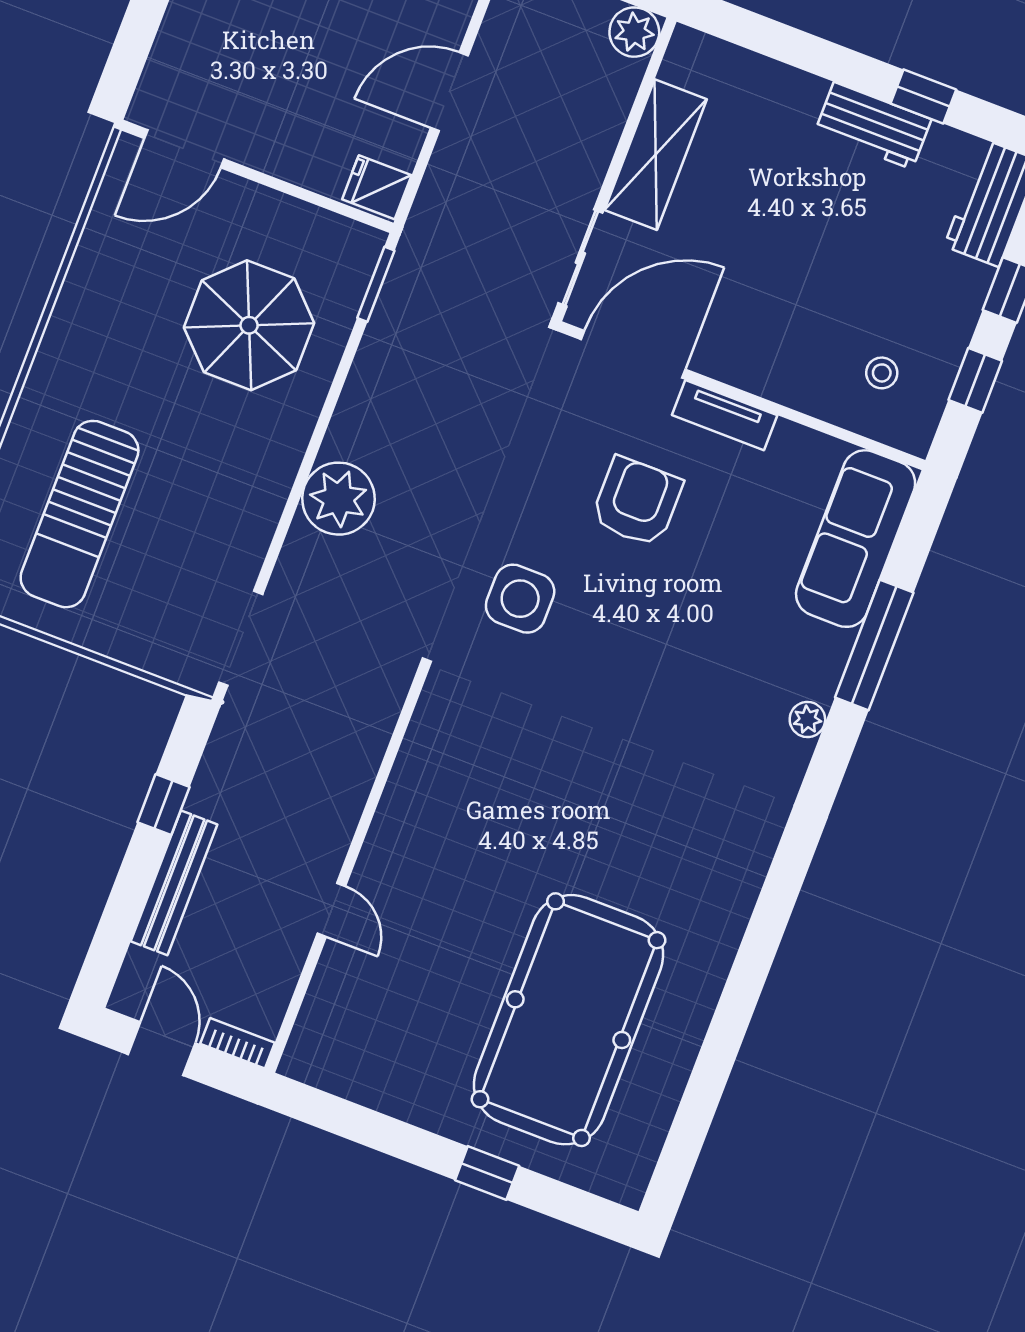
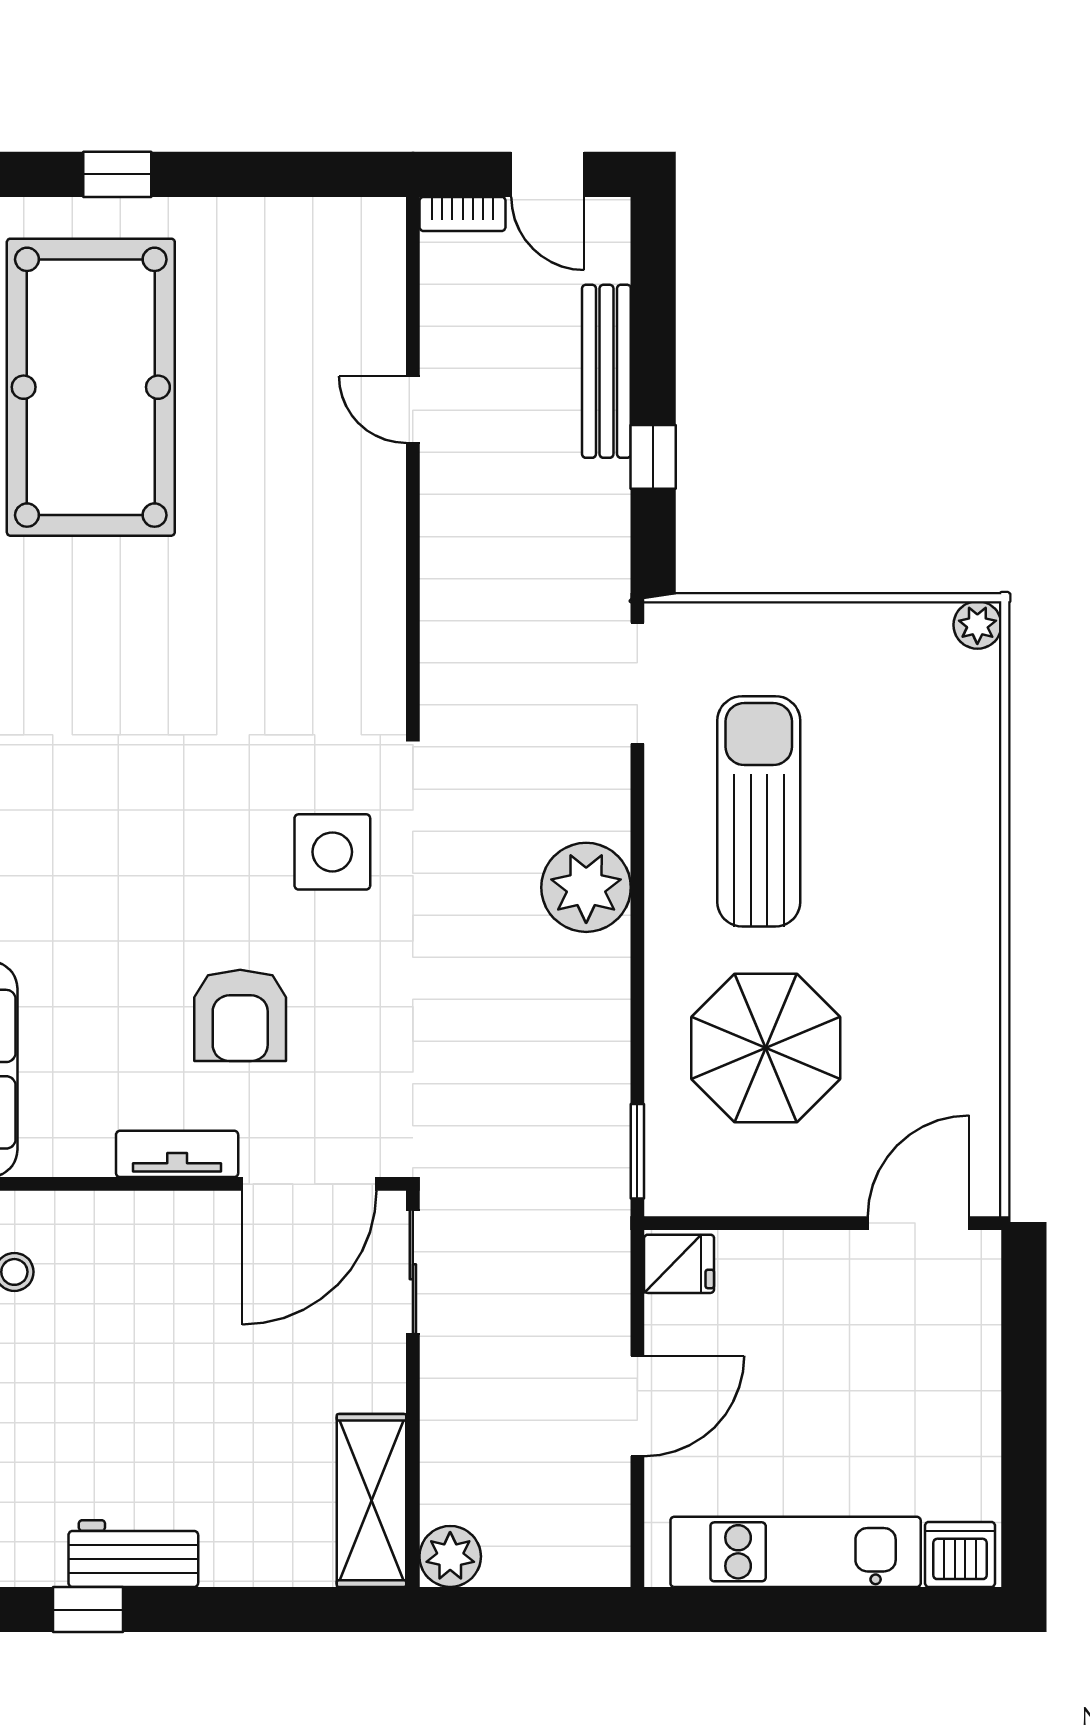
shelving: (656, 155) -> (371, 1500), moved
sun lounger: (80, 514) -> (759, 811), moved

